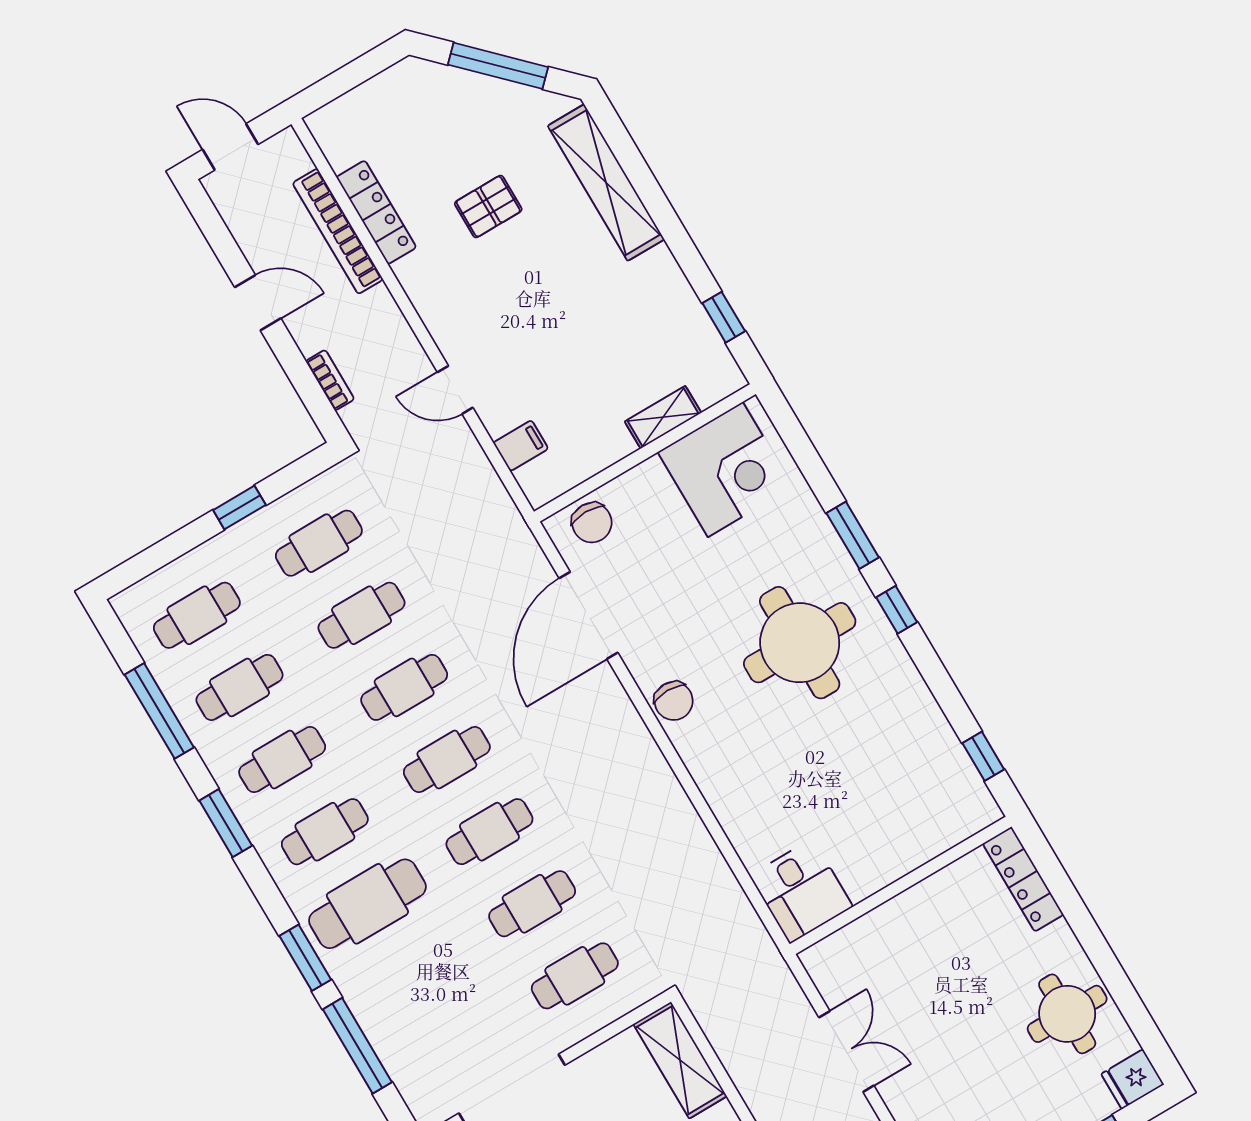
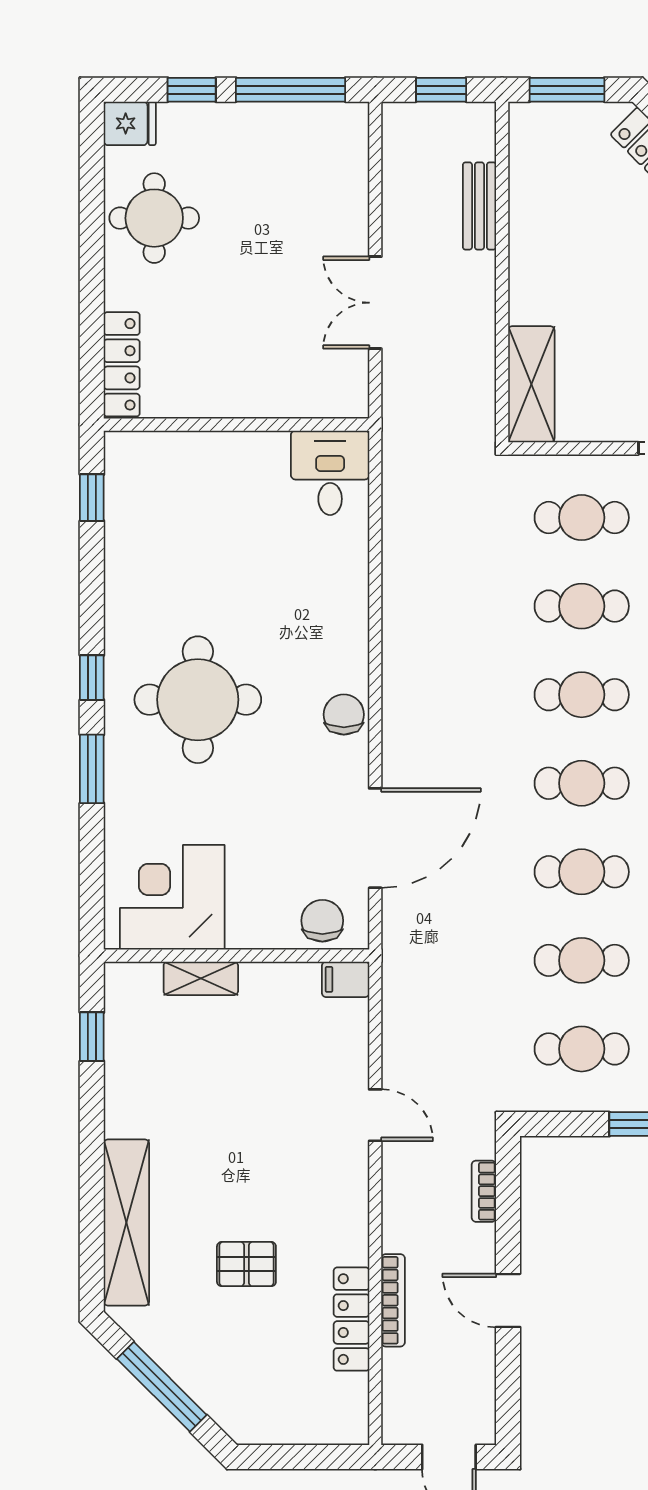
bookcase: (338, 231) -> (393, 1300), width x0.68, depth x0.76
filing cabinet: (521, 446) -> (346, 979), moved

